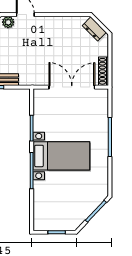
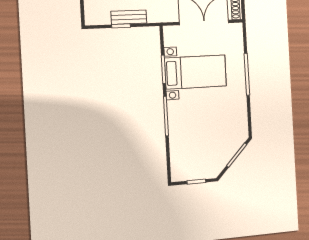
bed with nightstands: (61, 156) -> (196, 72), moved

